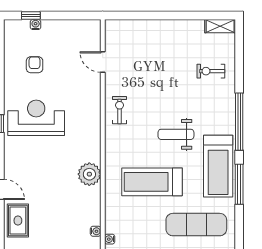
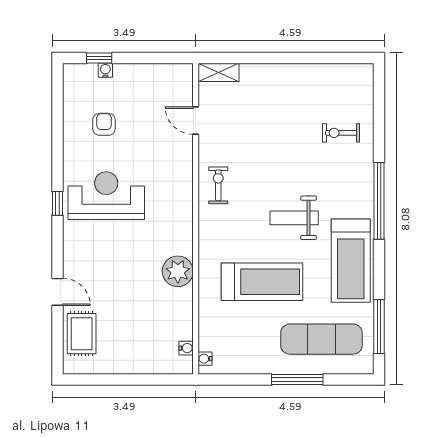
shelving: (220, 26) -> (218, 72), moved
treadmill: (152, 182) -> (262, 282), turned 180
window: (239, 184) -> (379, 326), moved

